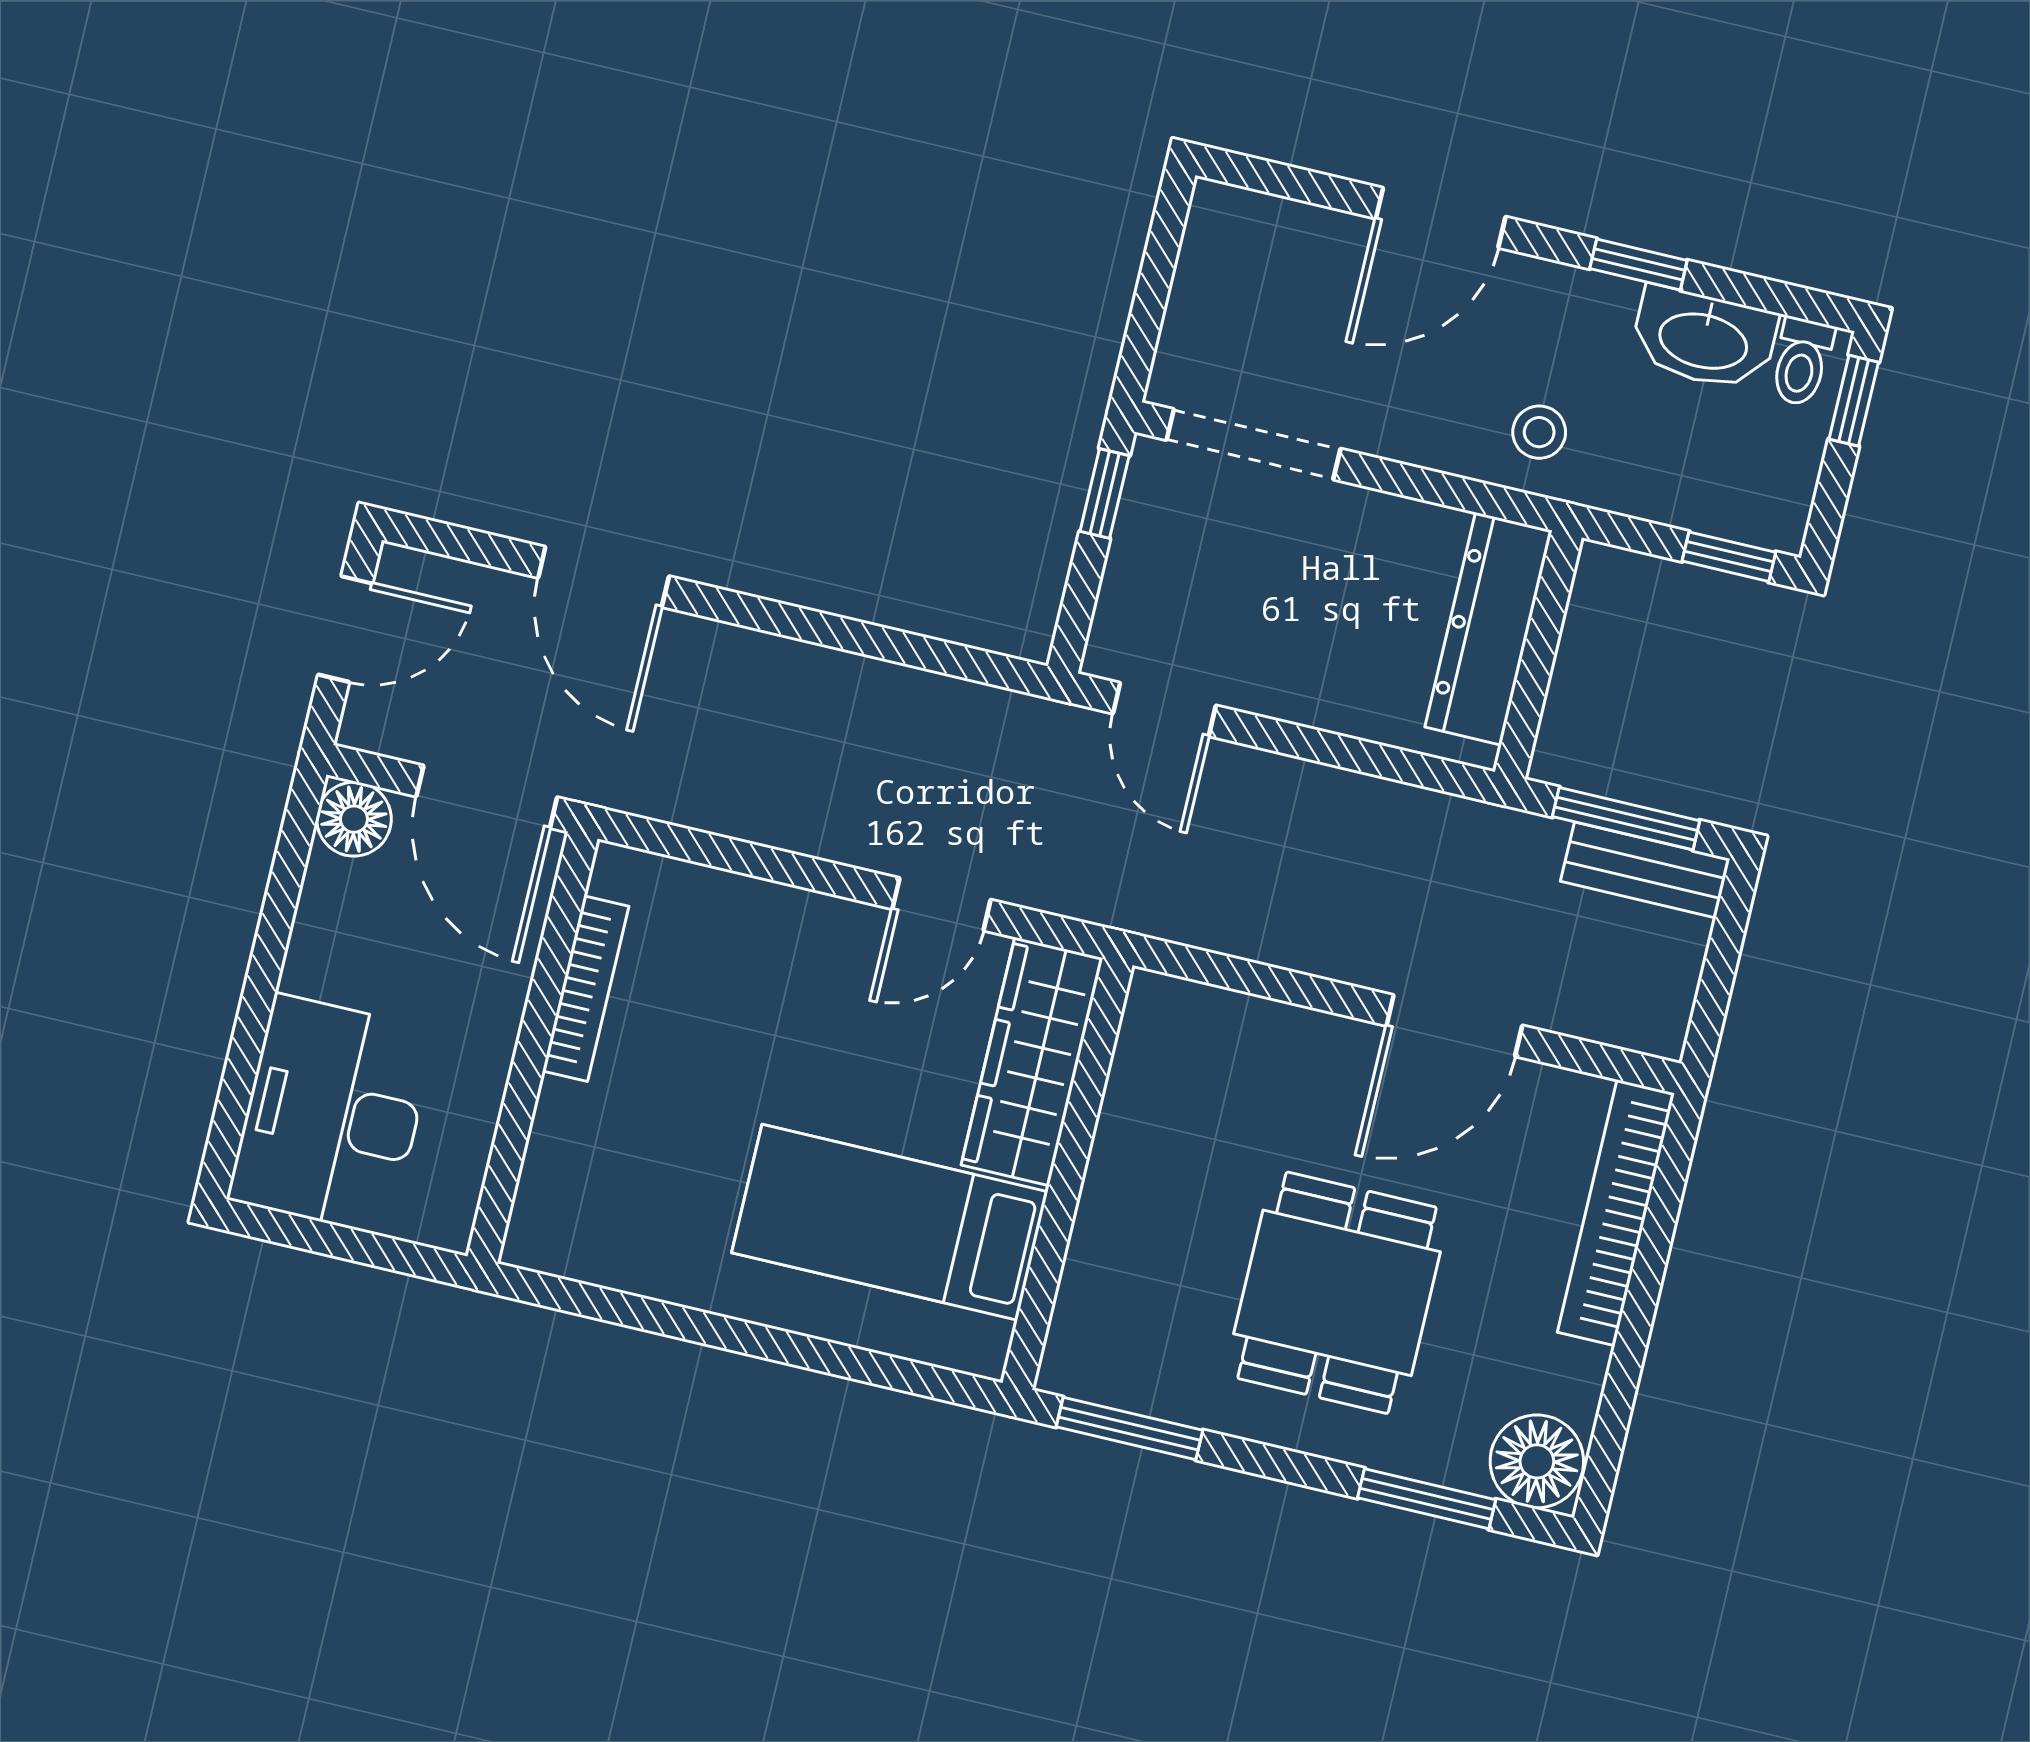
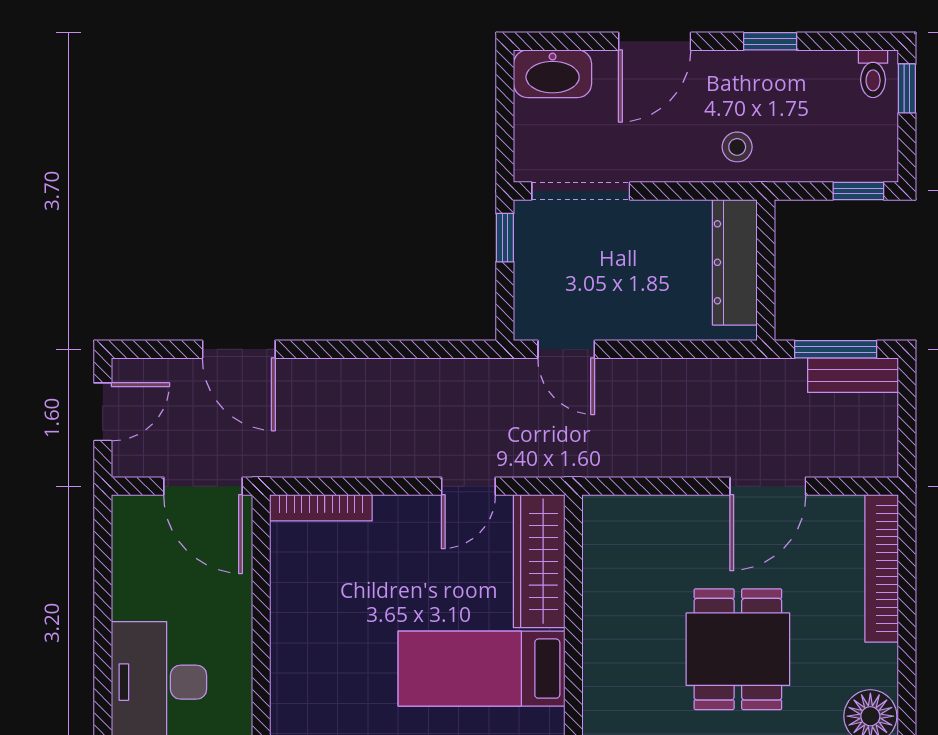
washbasin: (1704, 339) -> (553, 74), moved
floor lamp: (354, 819) -> (133, 516), removed
bookcase: (586, 989) -> (321, 508), moved, turned 90

